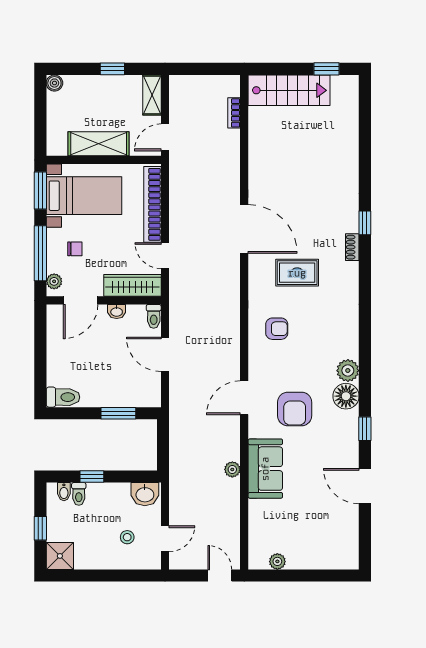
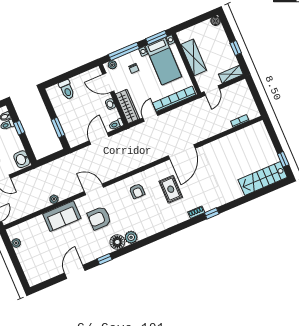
stairs: (289, 90) -> (263, 179), moved, turned 90
door: (165, 137) -> (212, 91), swing flipped
toilet: (63, 397) -> (67, 90), moved

